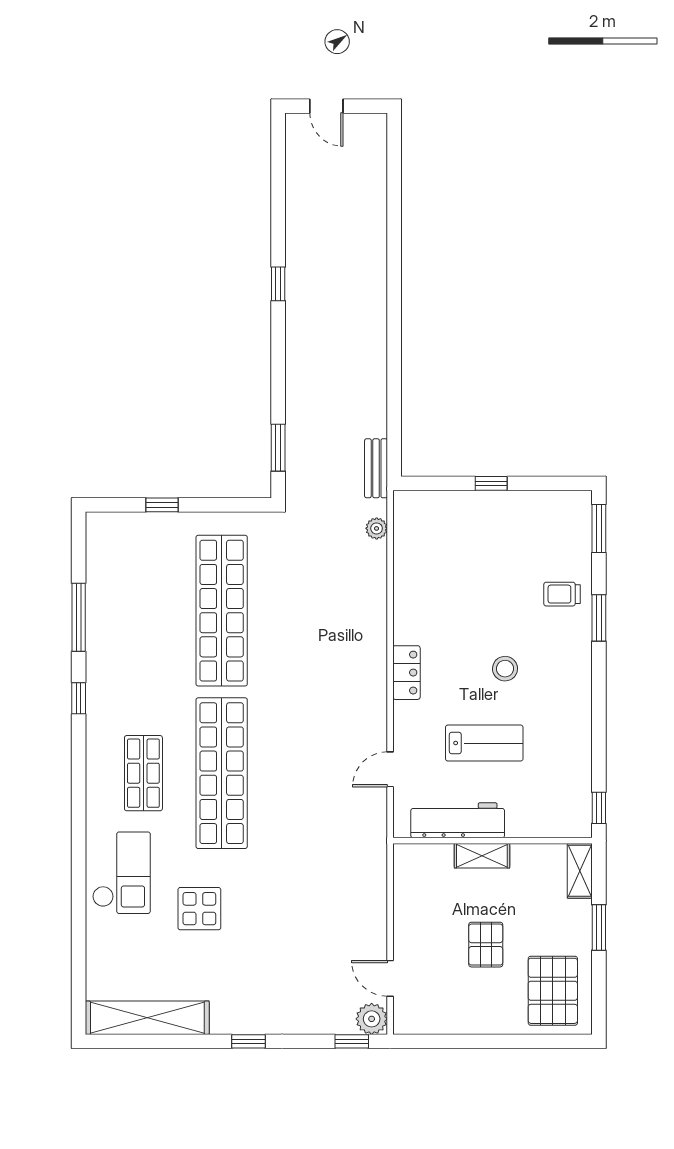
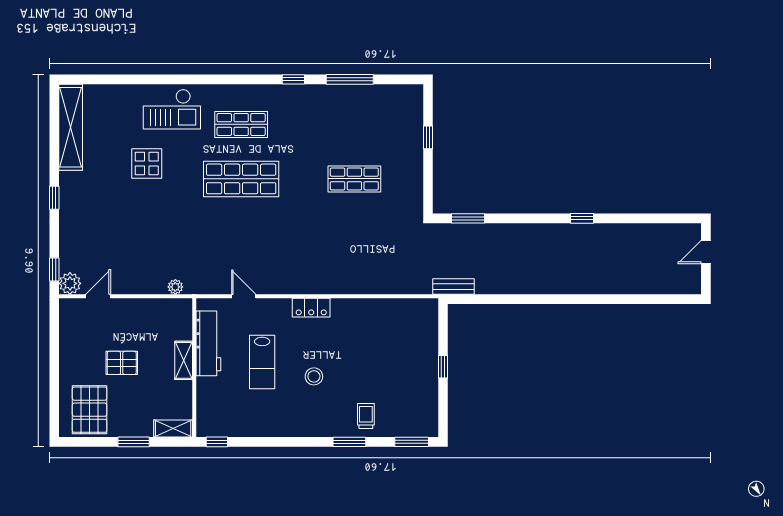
plant: (377, 528) -> (175, 287), moved
shop shelf: (222, 611) -> (354, 179), width x0.50, depth x0.74
shop shelf: (222, 773) -> (241, 179), width x0.71
pallet: (553, 991) -> (90, 410), turned 90

